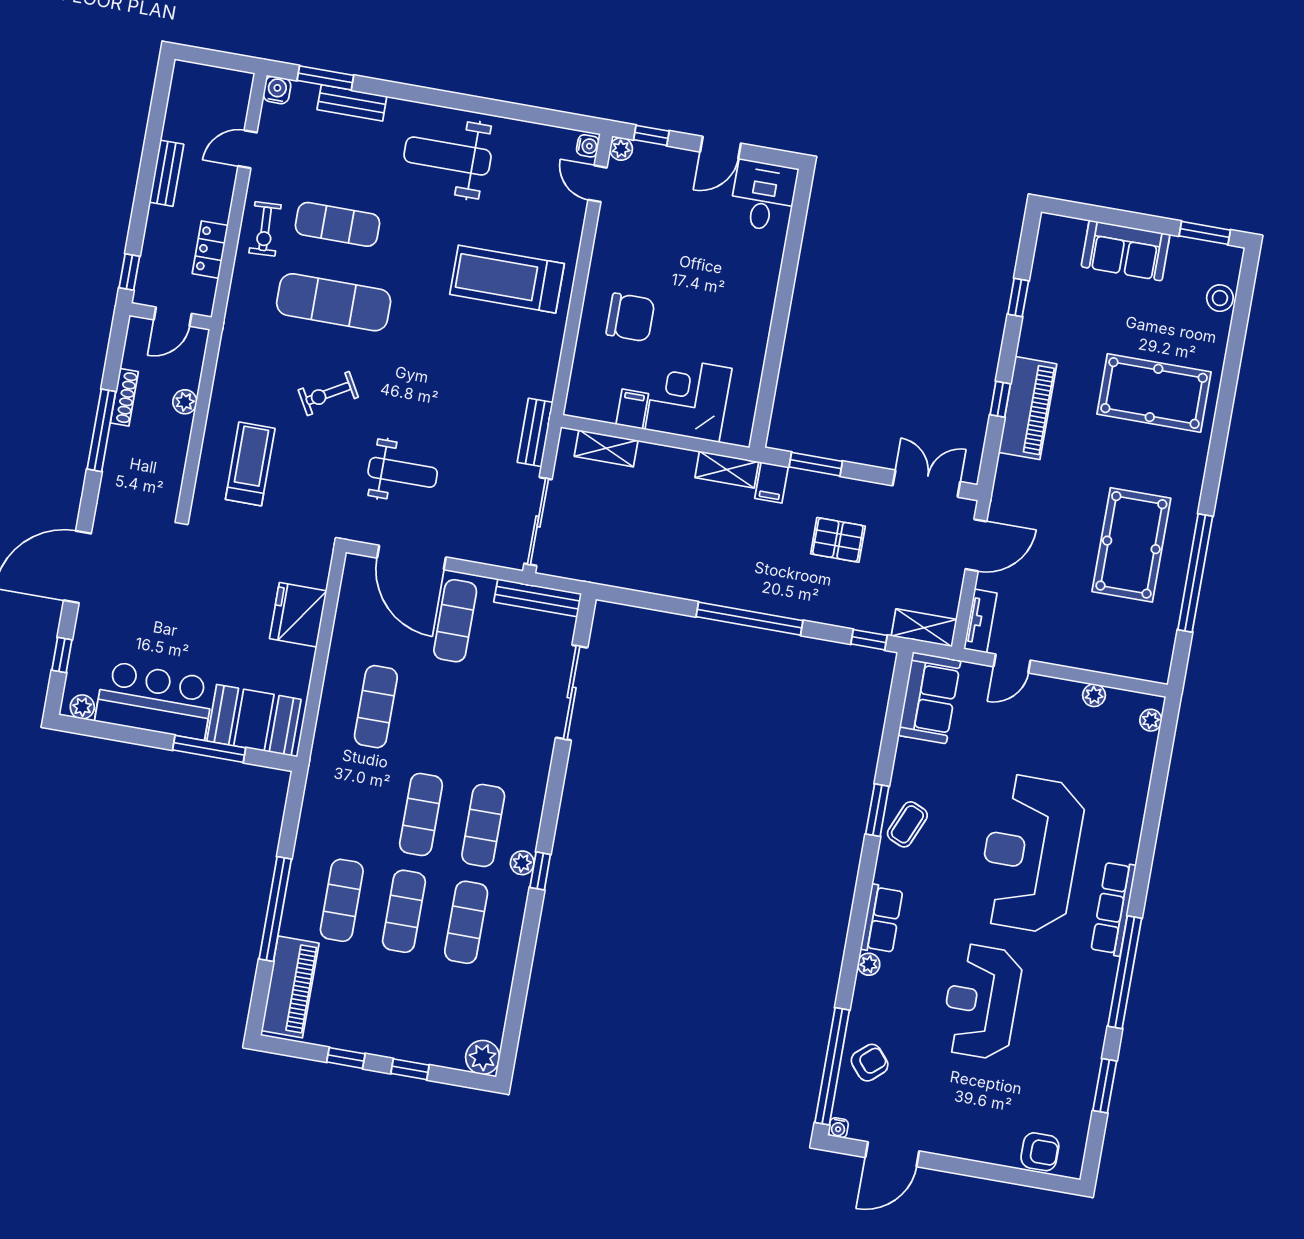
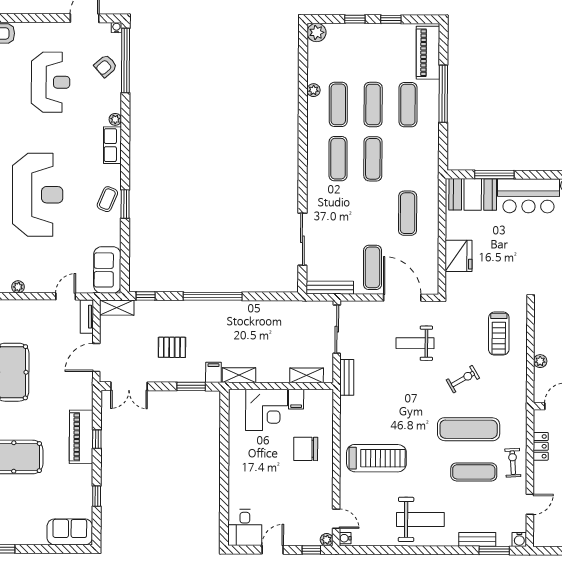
sofa: (1126, 251) -> (70, 532), moved
plant: (522, 863) -> (314, 90), moved
window: (540, 871) -> (303, 139), removed
reception desk: (981, 1002) -> (51, 82), moved

